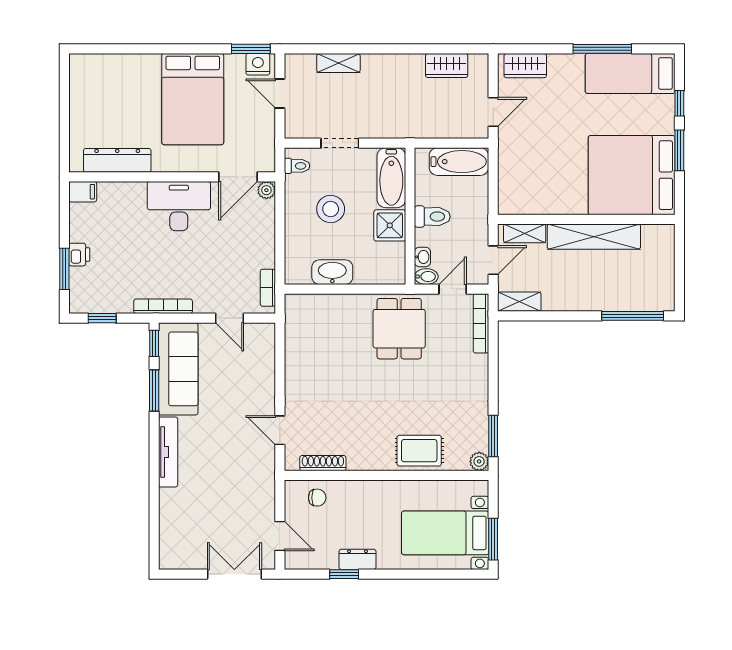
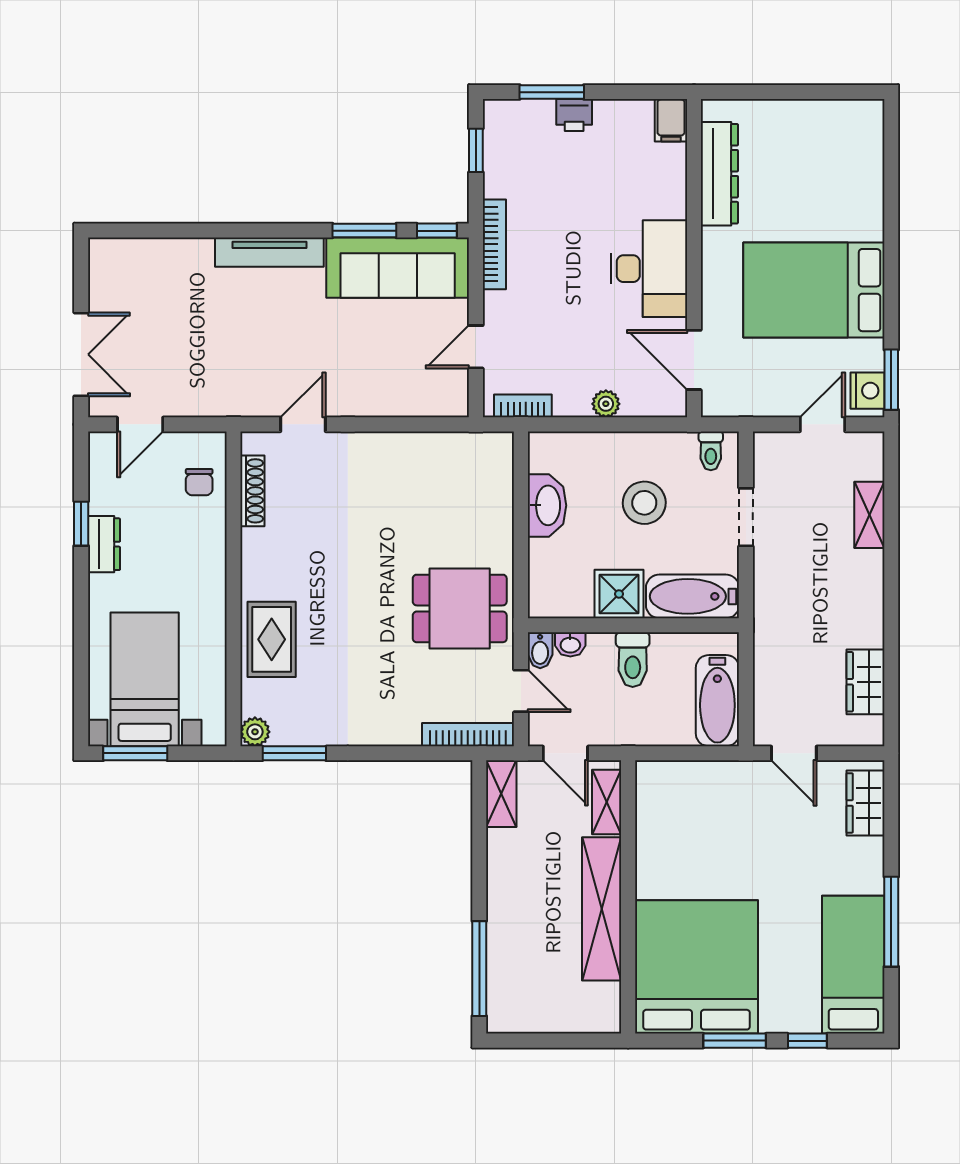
plant: (266, 190) -> (606, 404), moved

